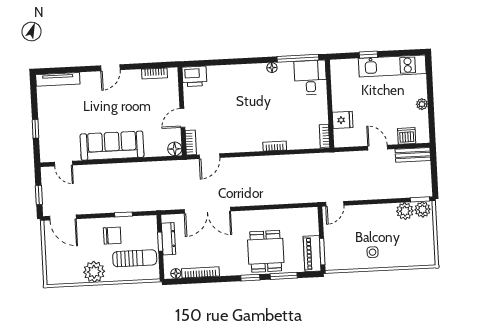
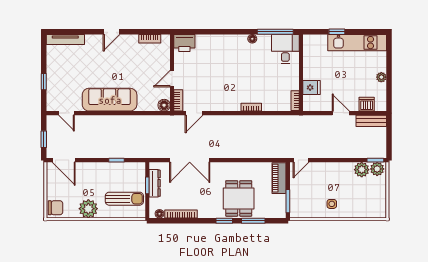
chair: (112, 236) -> (56, 208), moved
piano: (312, 254) -> (279, 178), moved

